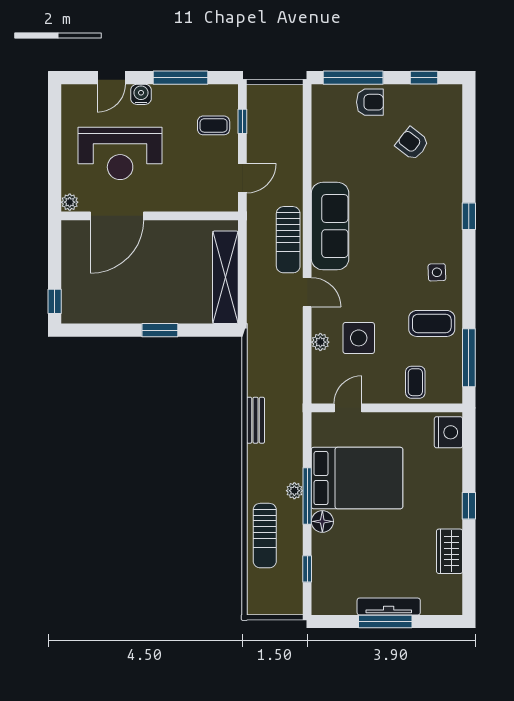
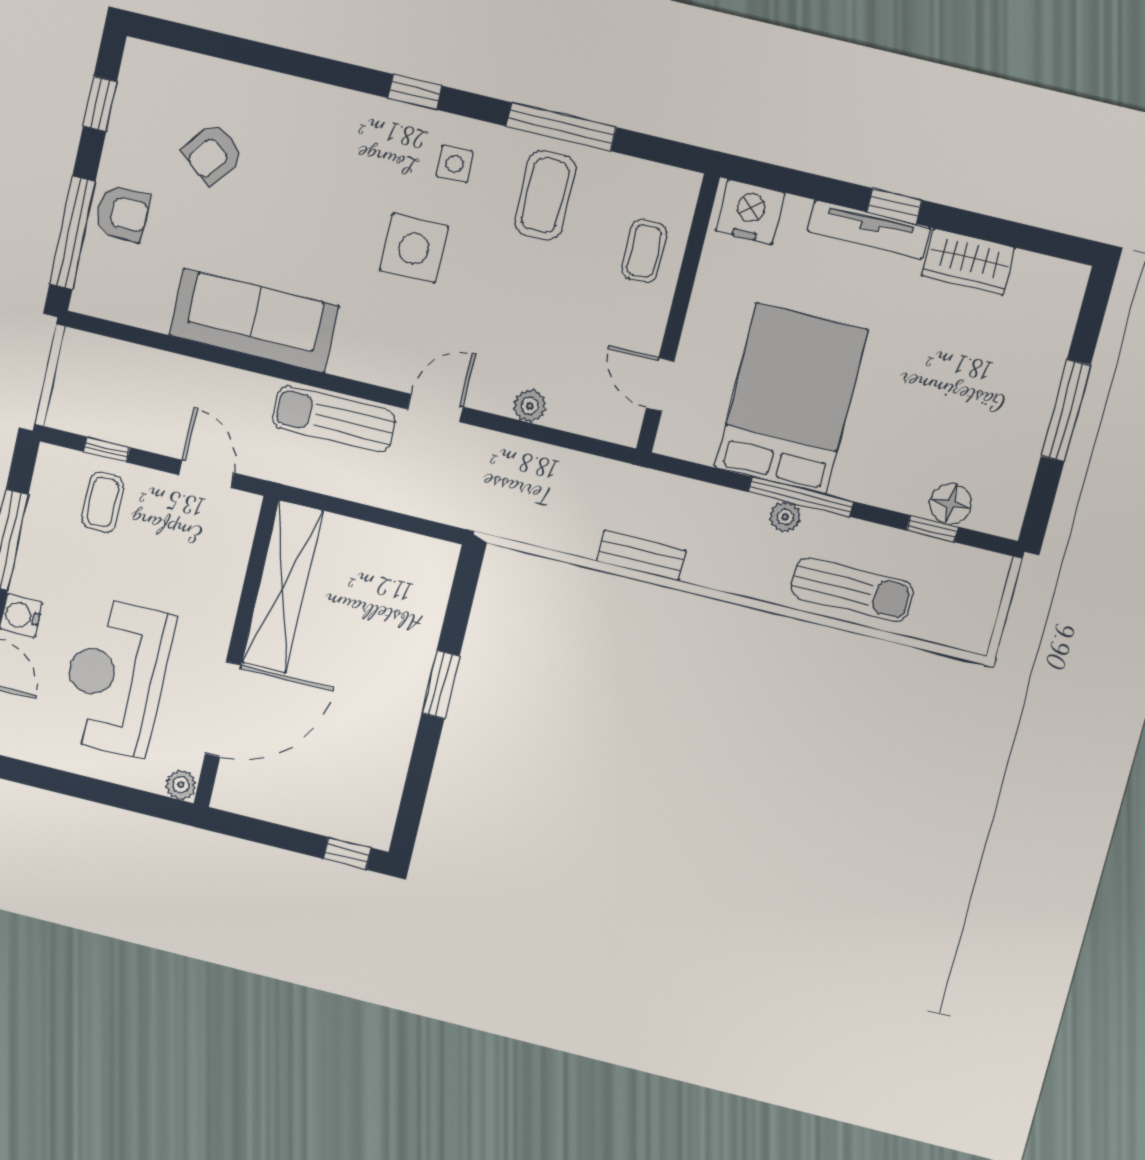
armchair: (370, 102) -> (122, 213), turned 90
reception desk: (120, 153) -> (116, 677), turned 180
door: (117, 216) -> (223, 709), hinge flipped
window: (469, 216) -> (415, 92), moved
sofa: (330, 226) -> (254, 321), moved
sun lounger: (288, 240) -> (334, 419), turned 180
shelving: (225, 277) -> (282, 587), moved, turned 90
side table: (359, 338) -> (414, 249), moved
window: (469, 358) -> (561, 127), moved
coffee table: (415, 382) -> (644, 251), turned 90
floor lamp: (322, 521) -> (951, 504), moved
tv unit: (389, 606) -> (869, 229), moved, turned -90

